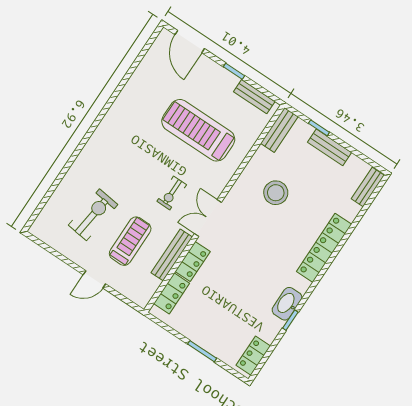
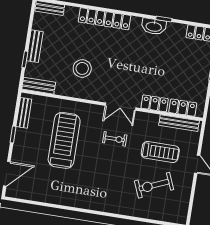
treadmill: (198, 130) -> (64, 140), turned 180
exercise bike: (93, 215) -> (154, 185), turned -30
treadmill: (130, 241) -> (160, 152), turned 180
bench: (172, 255) -> (179, 123), moved

